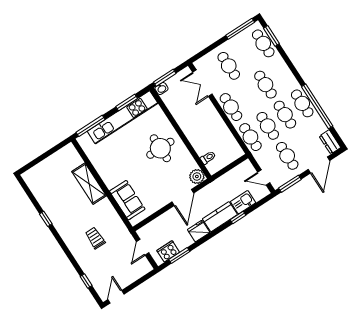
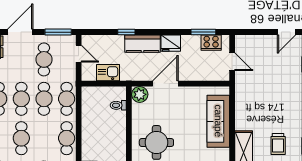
sofa: (127, 200) -> (218, 121), width x1.36
kitchen sink: (243, 202) -> (108, 73), moved, turned 180
trolley: (95, 238) -> (278, 144), moved
door: (143, 247) -> (232, 62), hinge flipped

